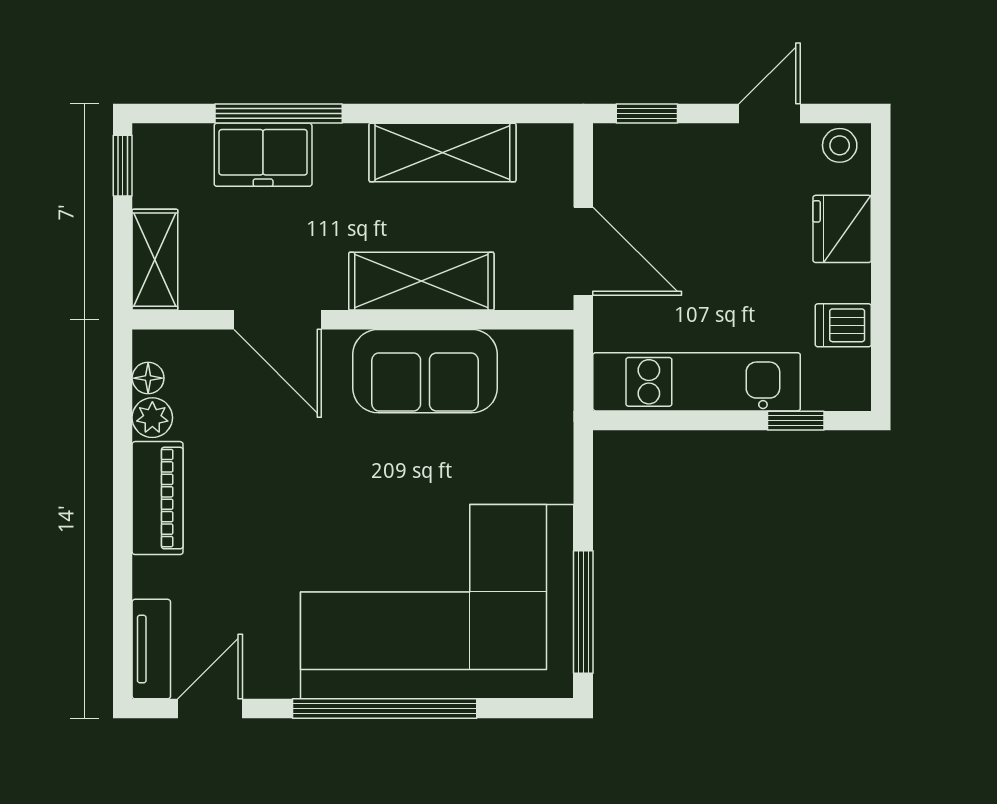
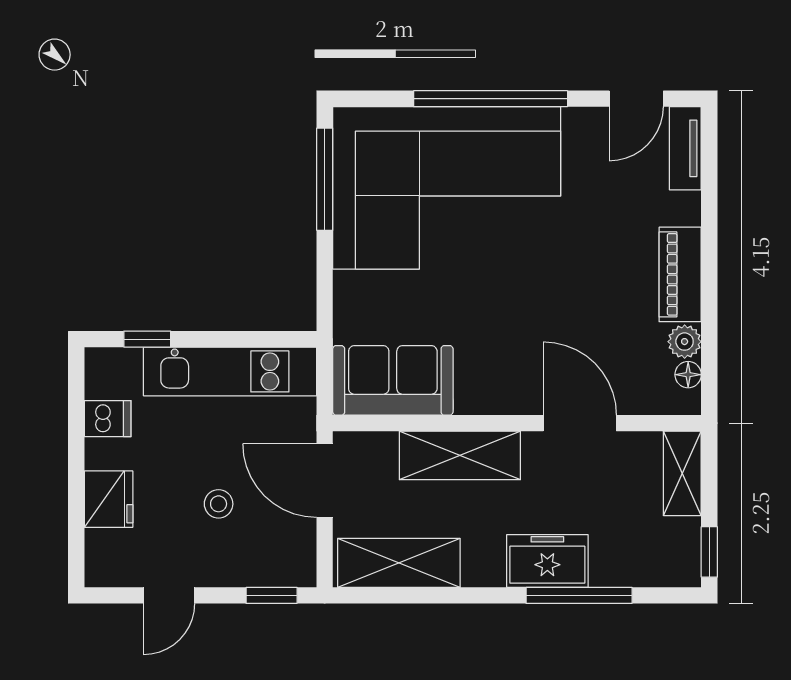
stool: (840, 145) -> (219, 504), moved
shelving: (442, 152) -> (399, 563), moved
freezer: (263, 155) -> (547, 561), moved
sofa: (425, 371) -> (393, 380), moved

